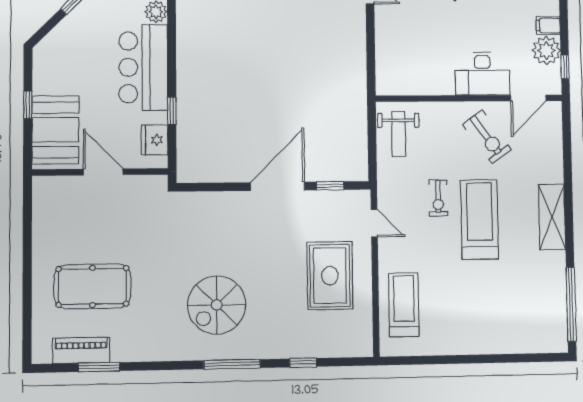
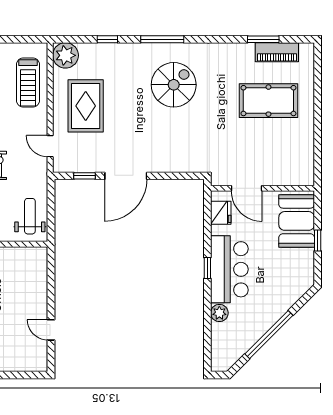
window: (172, 111) -> (207, 268), moved
door: (103, 172) -> (246, 188), moved
plant: (357, 341) -> (65, 55), added

